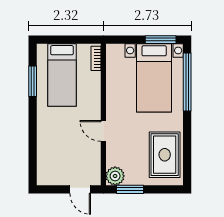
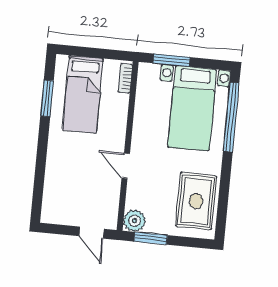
window: (161, 40) -> (171, 60), moved

